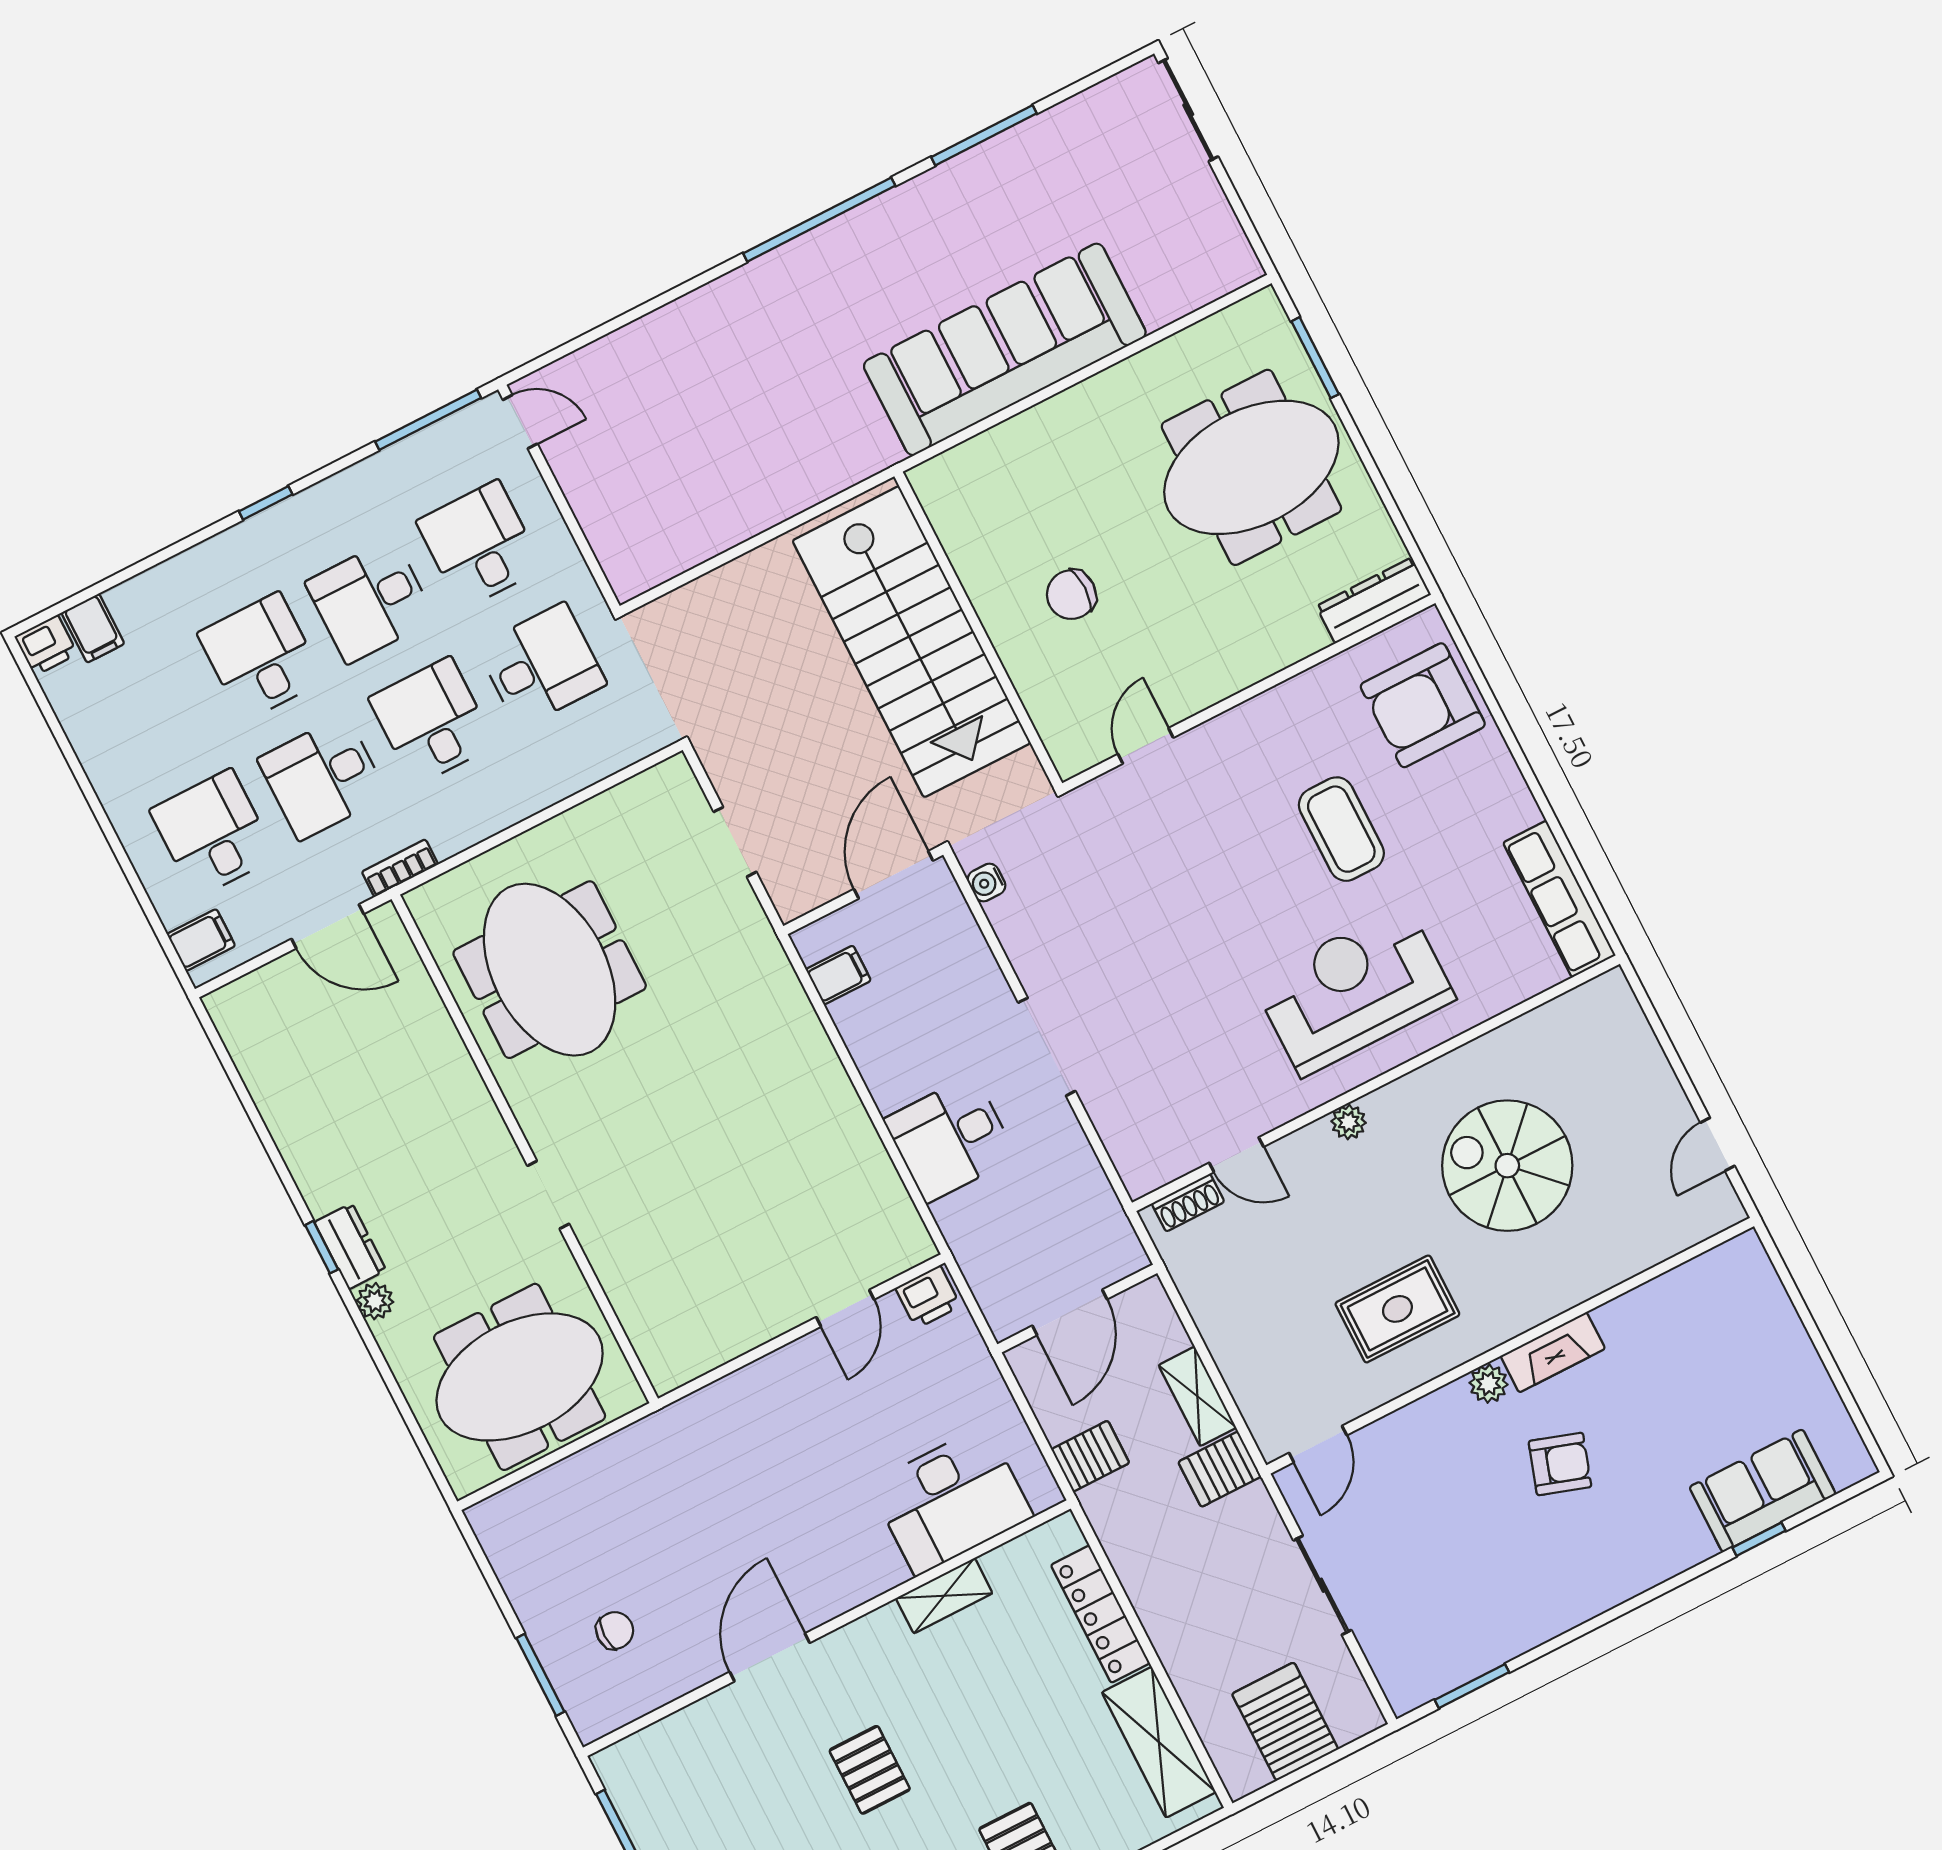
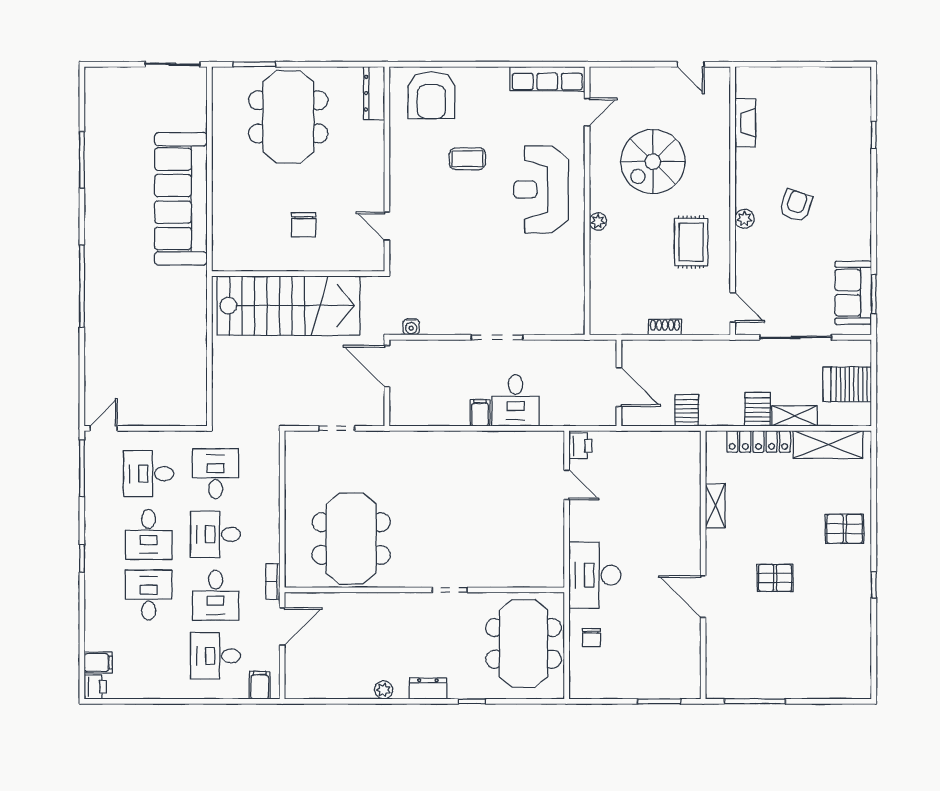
sliding door: (1188, 110) -> (172, 64), moved
window: (819, 220) -> (82, 286), moved
desk: (261, 657) -> (149, 595), turned 90
coffee table: (1341, 829) -> (467, 159), width x0.73, depth x0.77
meeting table: (550, 970) -> (351, 539), turned 90
filing cabinet: (838, 975) -> (480, 413), moved
door: (1236, 1155) -> (587, 112), moved
shoe rack: (1188, 1203) -> (665, 327), moved, turned -90
window: (322, 1247) -> (472, 701), moved
plant: (375, 1301) -> (384, 690), moved
fireplace: (1553, 1352) -> (745, 123), moved
shelving: (1197, 1396) -> (795, 416), moved
server rack: (1220, 1469) -> (758, 409), moved, turned 180
sofa: (1763, 1491) -> (853, 293), moved
desk: (951, 1500) -> (595, 575), moved, turned 180
sliding door: (1322, 1585) -> (796, 337), width x1.37
chair: (615, 1631) -> (592, 638), moved, turned 180

